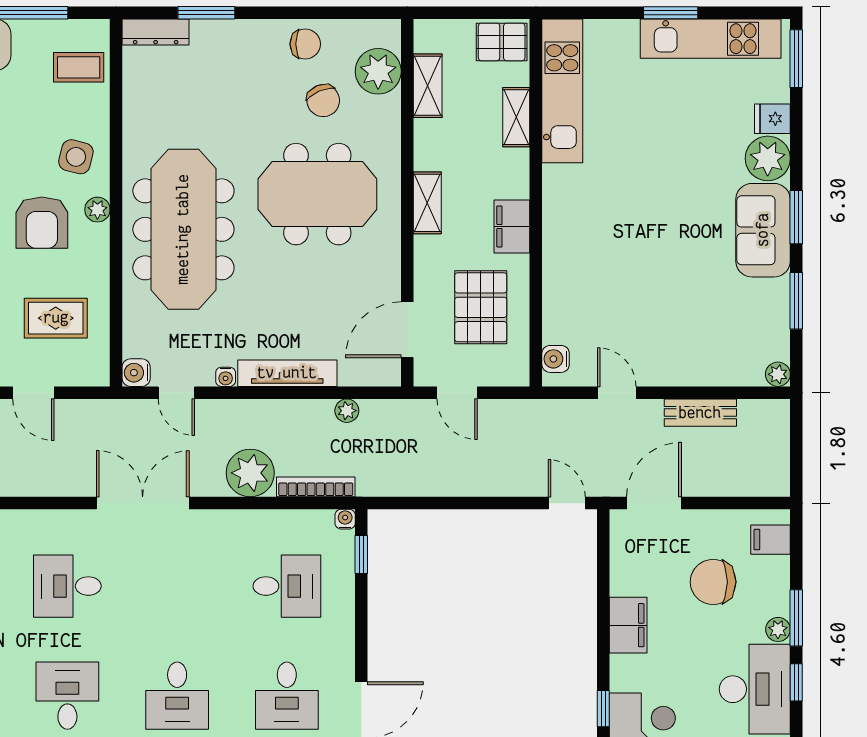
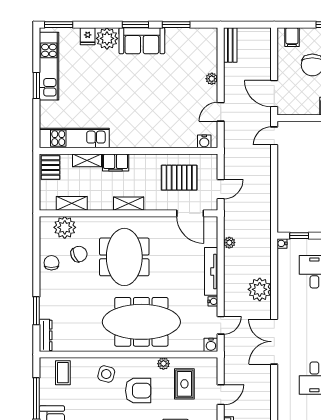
plant: (97, 210) -> (163, 364), moved
filing cabinet: (512, 226) -> (116, 163), moved
plant: (778, 374) -> (212, 79), moved
bench: (700, 413) -> (230, 45), moved
bookcase: (316, 487) -> (266, 258), removed

